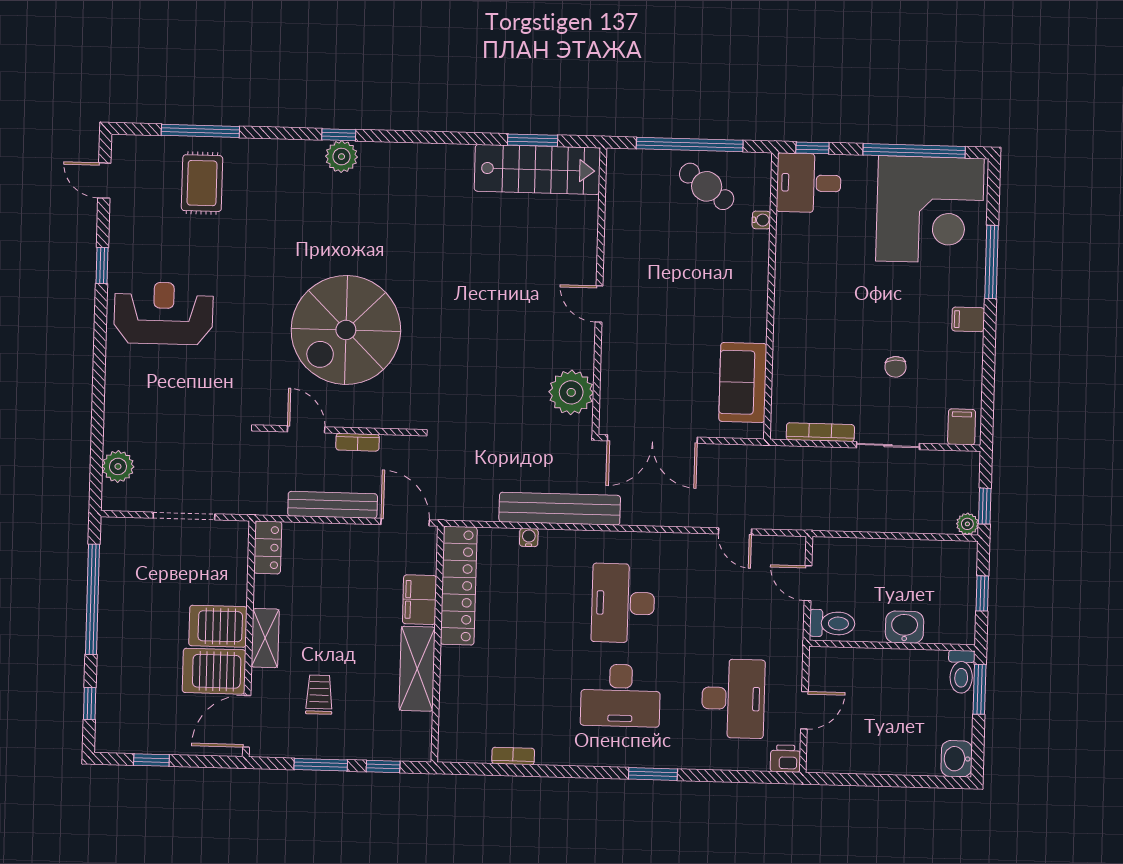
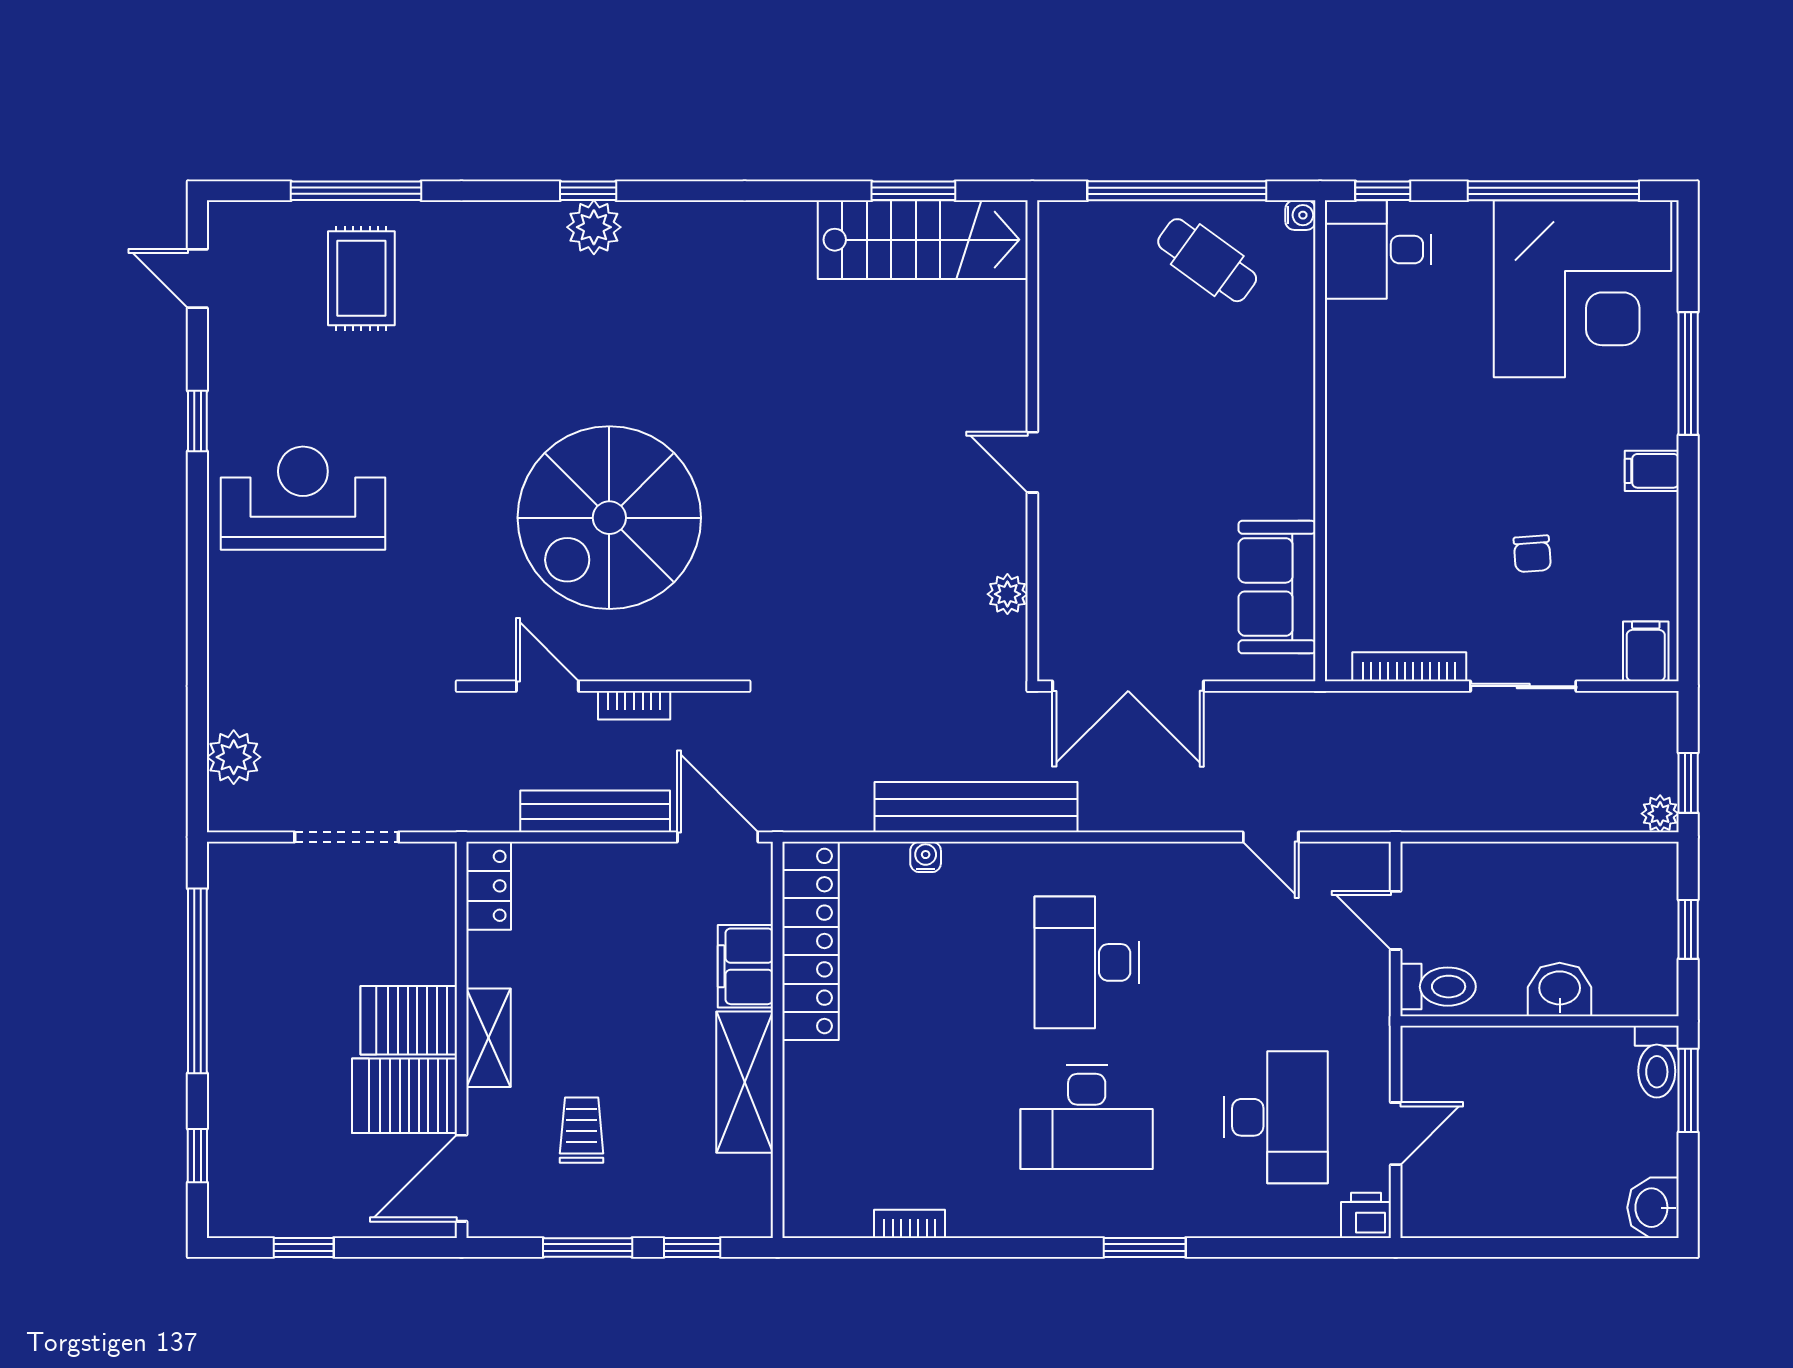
water cooler: (761, 220) -> (1300, 215), moved
plant: (571, 392) -> (1007, 594), width x0.53, depth x0.53

